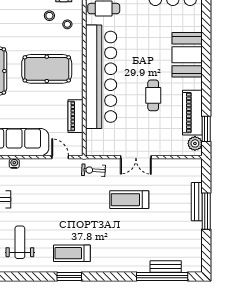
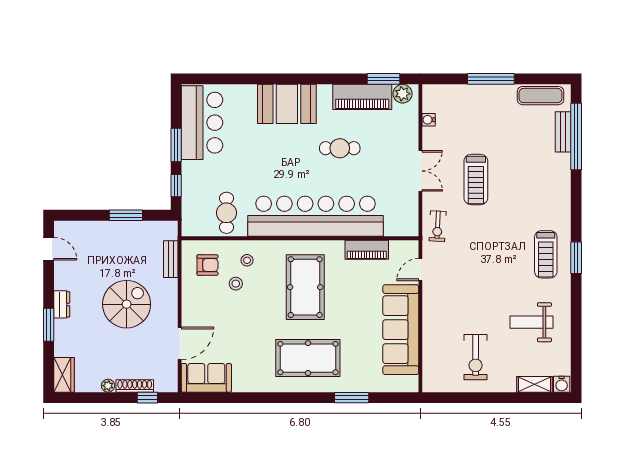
water cooler: (14, 163) -> (429, 120), moved
bench: (197, 202) -> (478, 91), removed
exercise mat: (193, 249) -> (540, 96), added

